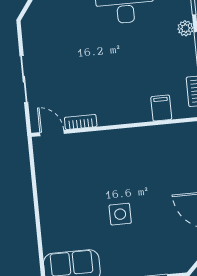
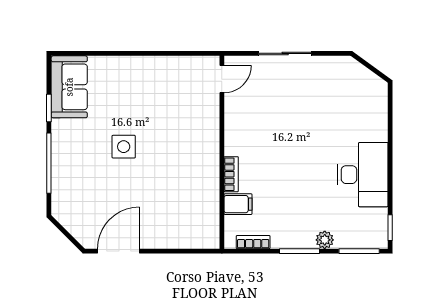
bookcase: (81, 122) -> (231, 174), moved

